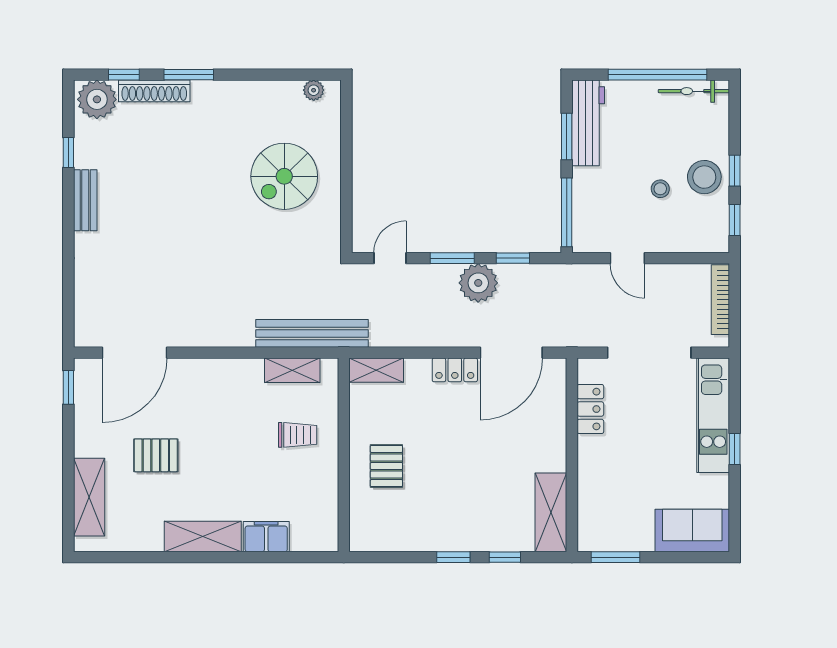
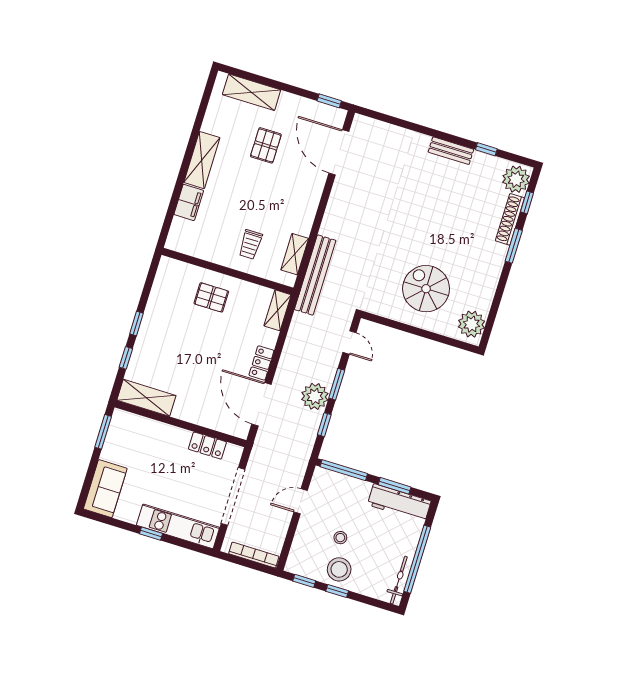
plant: (314, 90) -> (472, 324), width x1.88, depth x1.88

